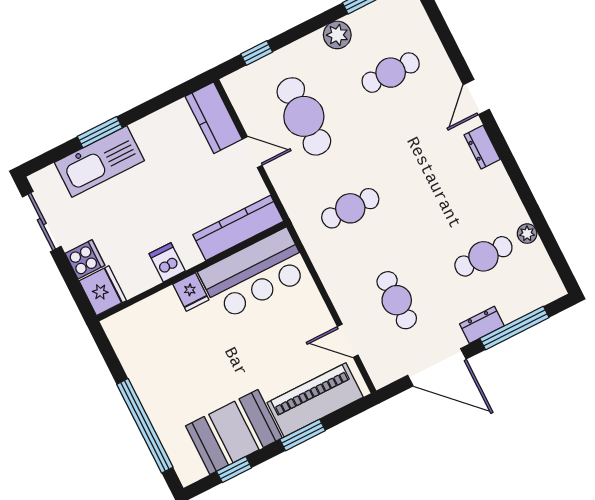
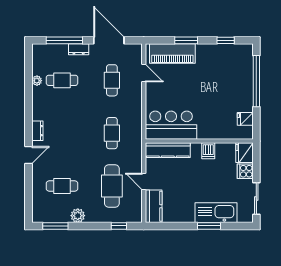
cafe table: (350, 208) -> (112, 133), turned 90
fridge: (191, 292) -> (245, 119), moved, turned -90
booth: (234, 432) -> (217, 58), removed

